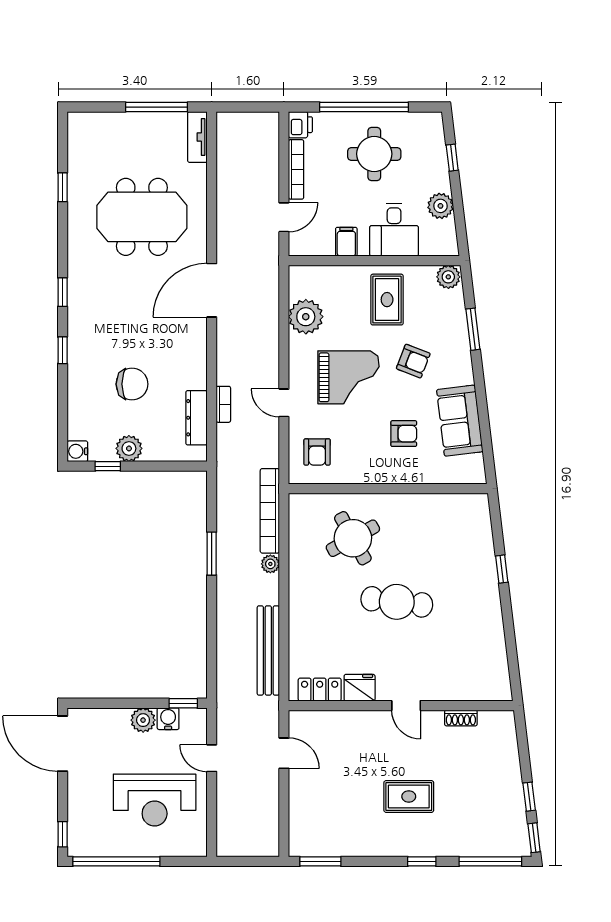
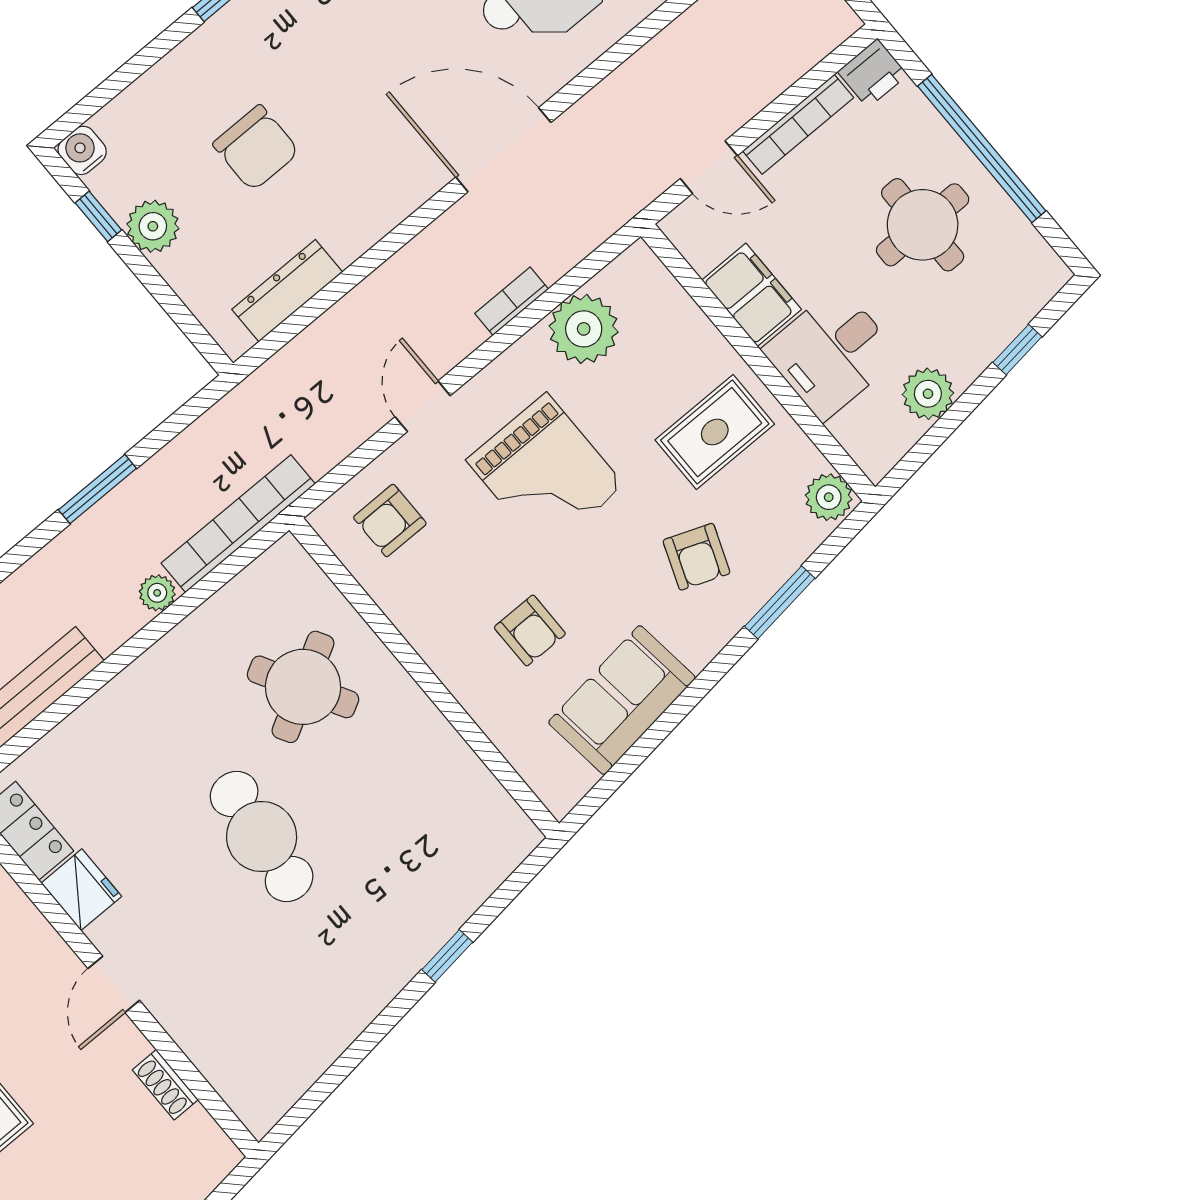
filing cabinet: (346, 242) -> (752, 295), width x2.00
armchair: (413, 361) -> (697, 557), moved
bookcase: (223, 404) -> (512, 301), moved, turned 180

